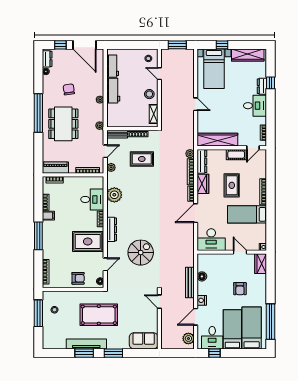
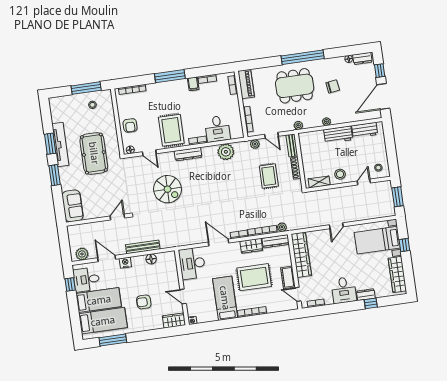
rug: (232, 185) -> (254, 277), width x1.36, depth x1.43
door: (240, 252) -> (183, 296), swing flipped
window: (270, 322) -> (113, 340), width x0.68

